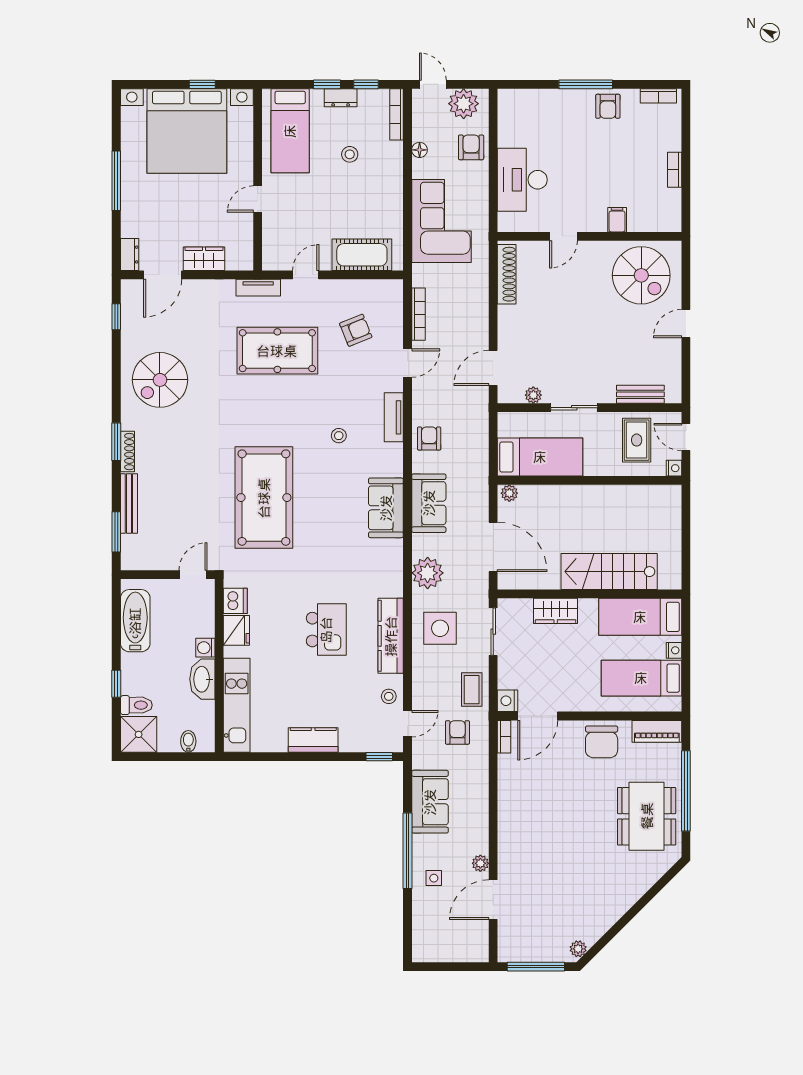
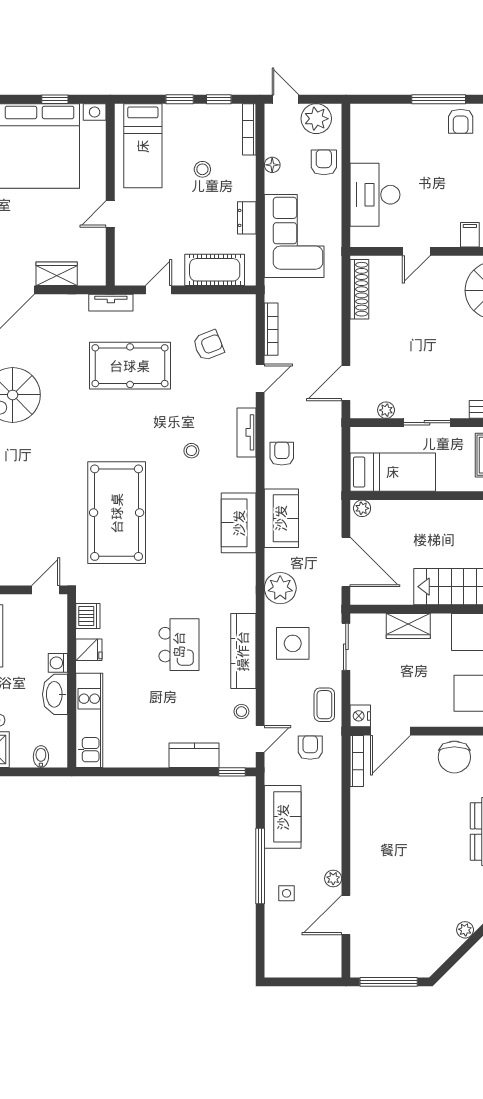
dresser: (341, 98) -> (247, 218), moved, turned 90
fridge: (236, 630) -> (89, 650), width x0.72
bookcase: (504, 737) -> (357, 761), width x1.56
kitchen counter: (313, 740) -> (194, 755), moved
plant: (578, 949) -> (465, 930), moved

